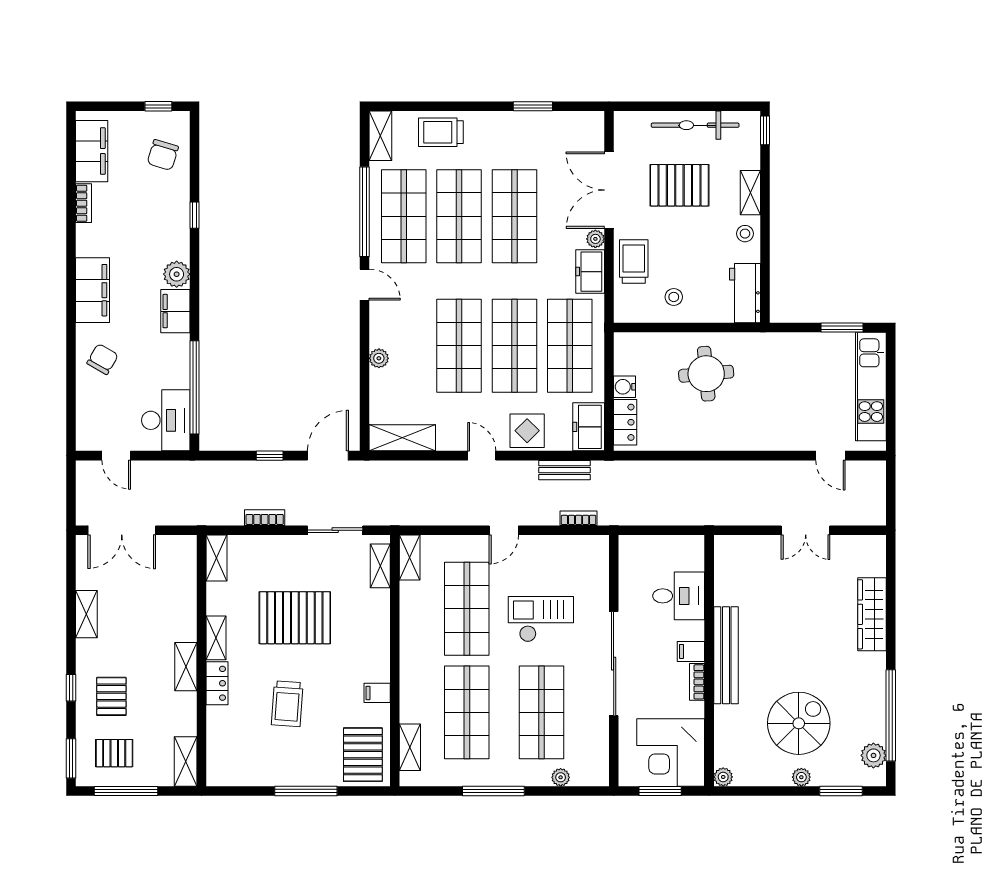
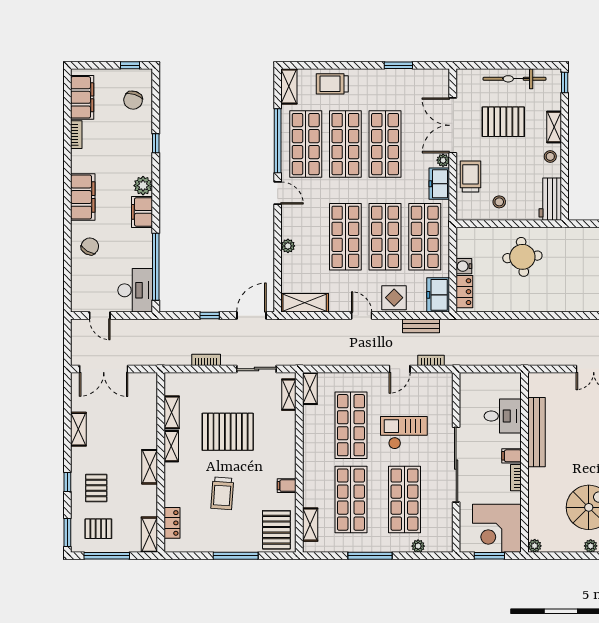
door: (504, 530) -> (400, 369), moved
shelving: (217, 558) -> (172, 412), moved
bench: (726, 655) -> (537, 432), moved
locker: (217, 683) -> (172, 523), moved

